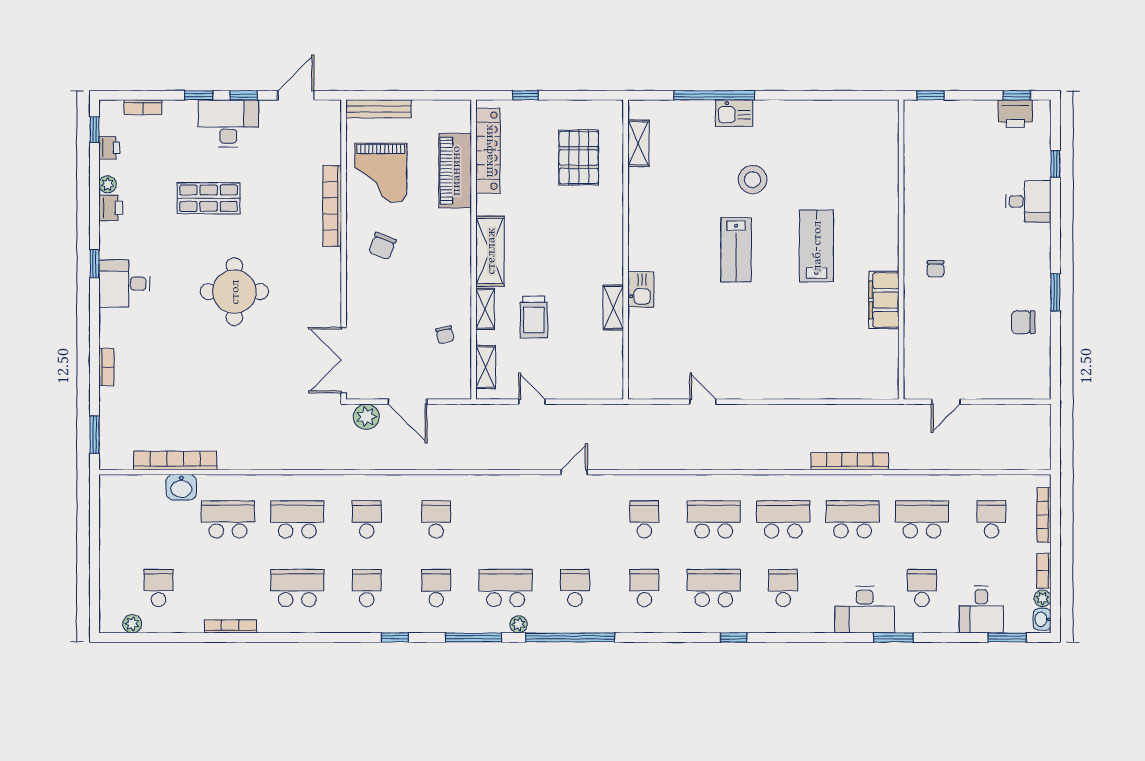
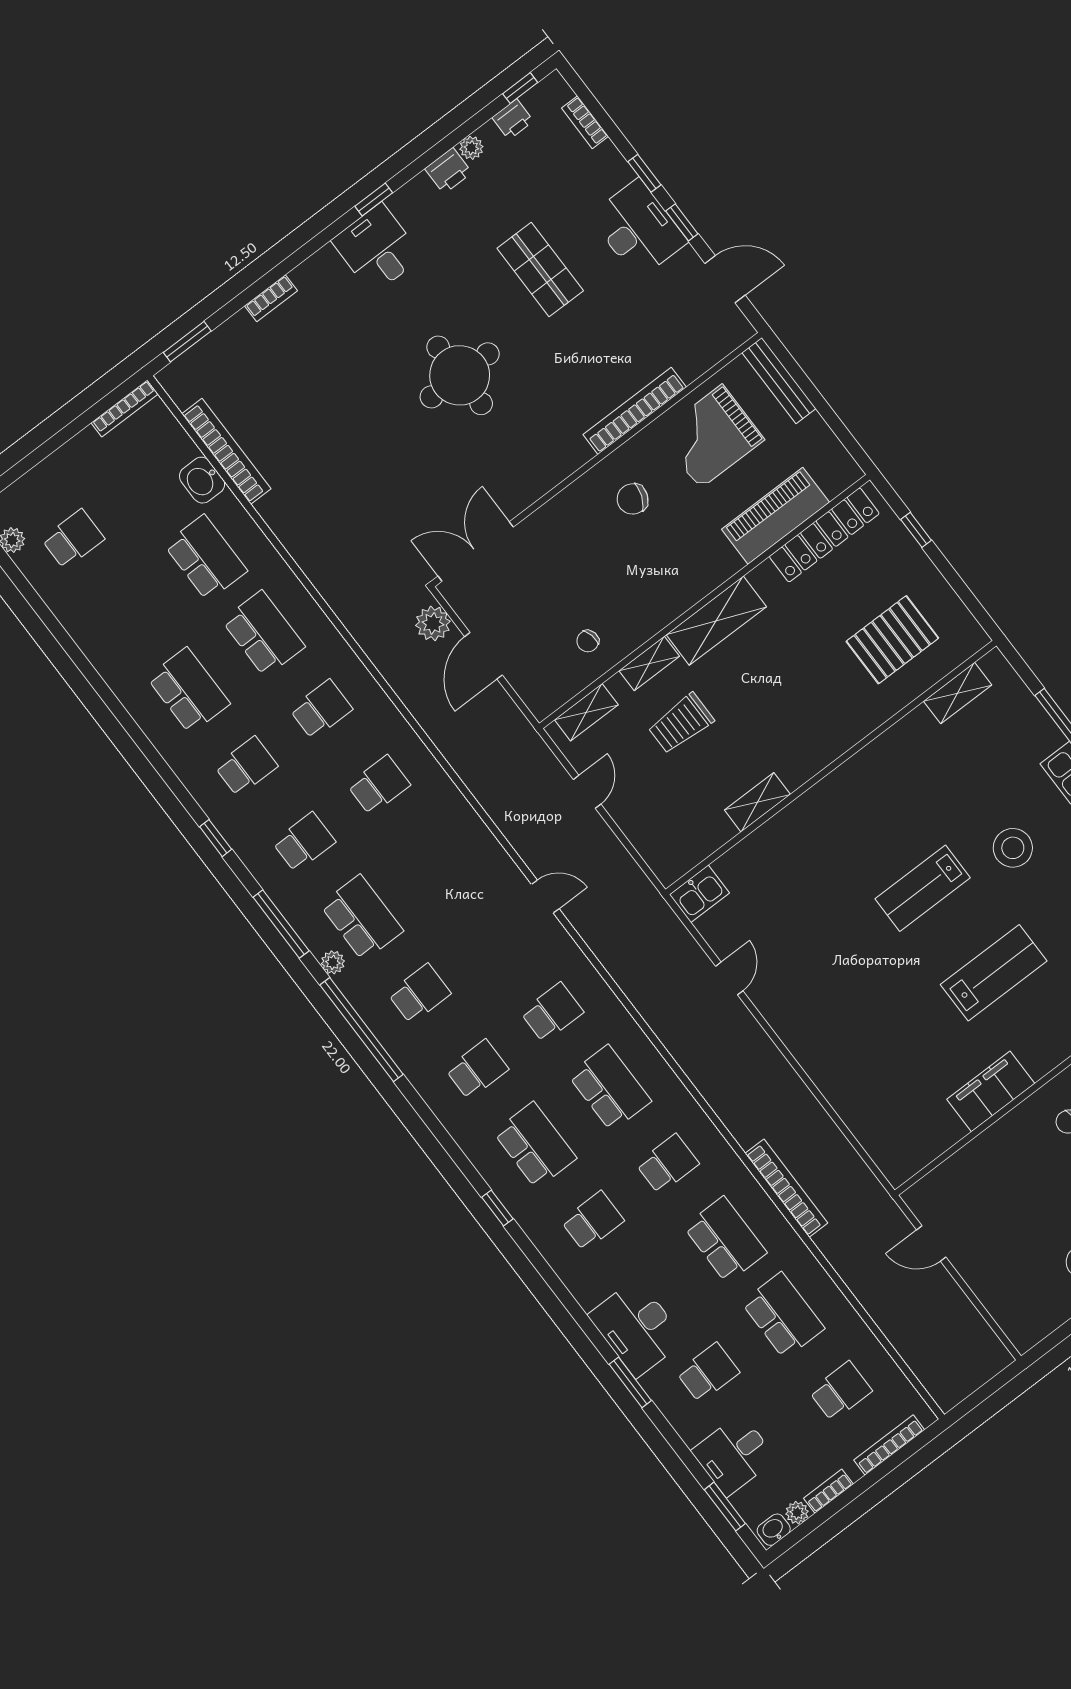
kitchen sink: (641, 289) -> (699, 894), moved
school desk: (783, 519) -> (667, 1164), width x0.54
bookcase: (230, 626) -> (125, 408), moved, turned 90

